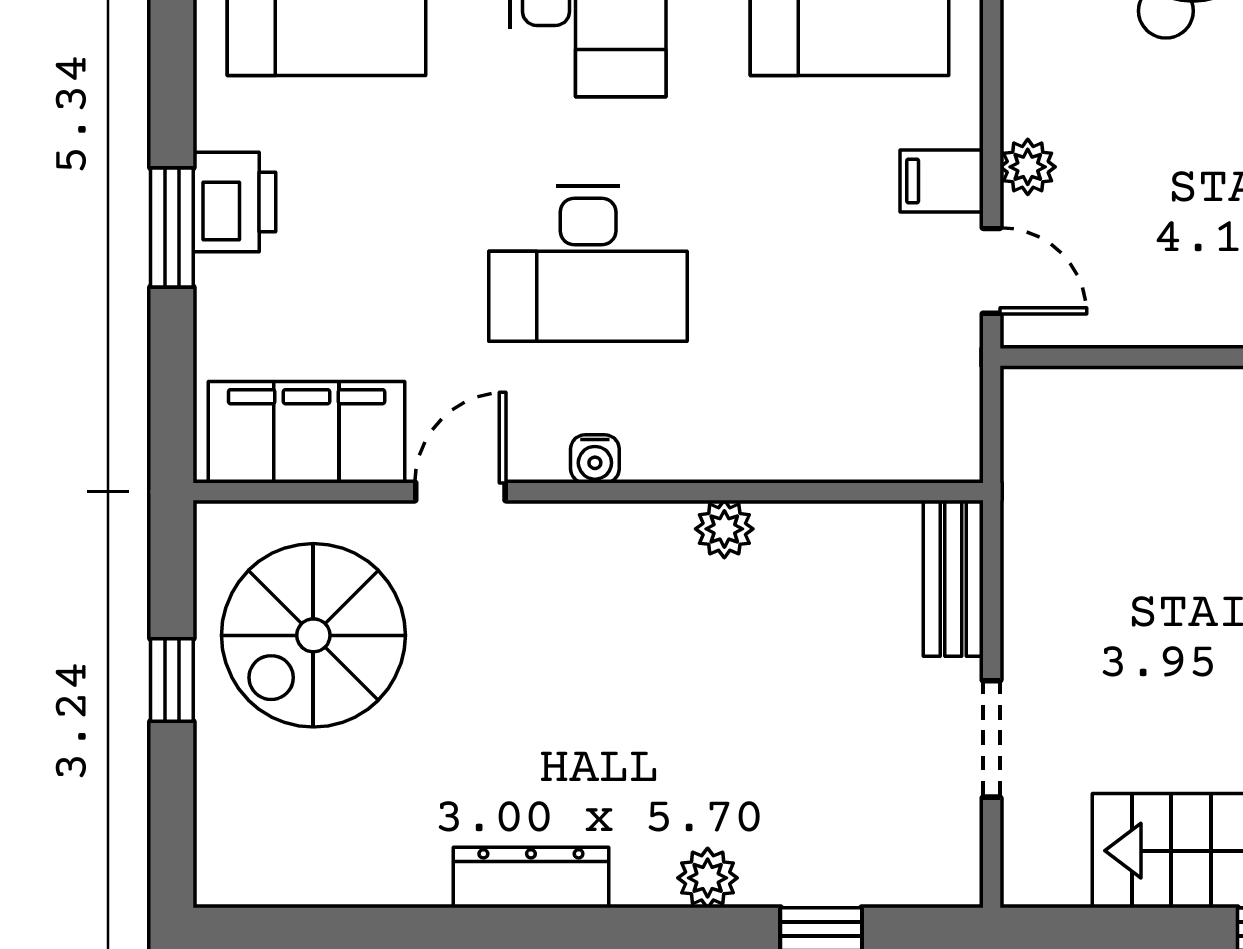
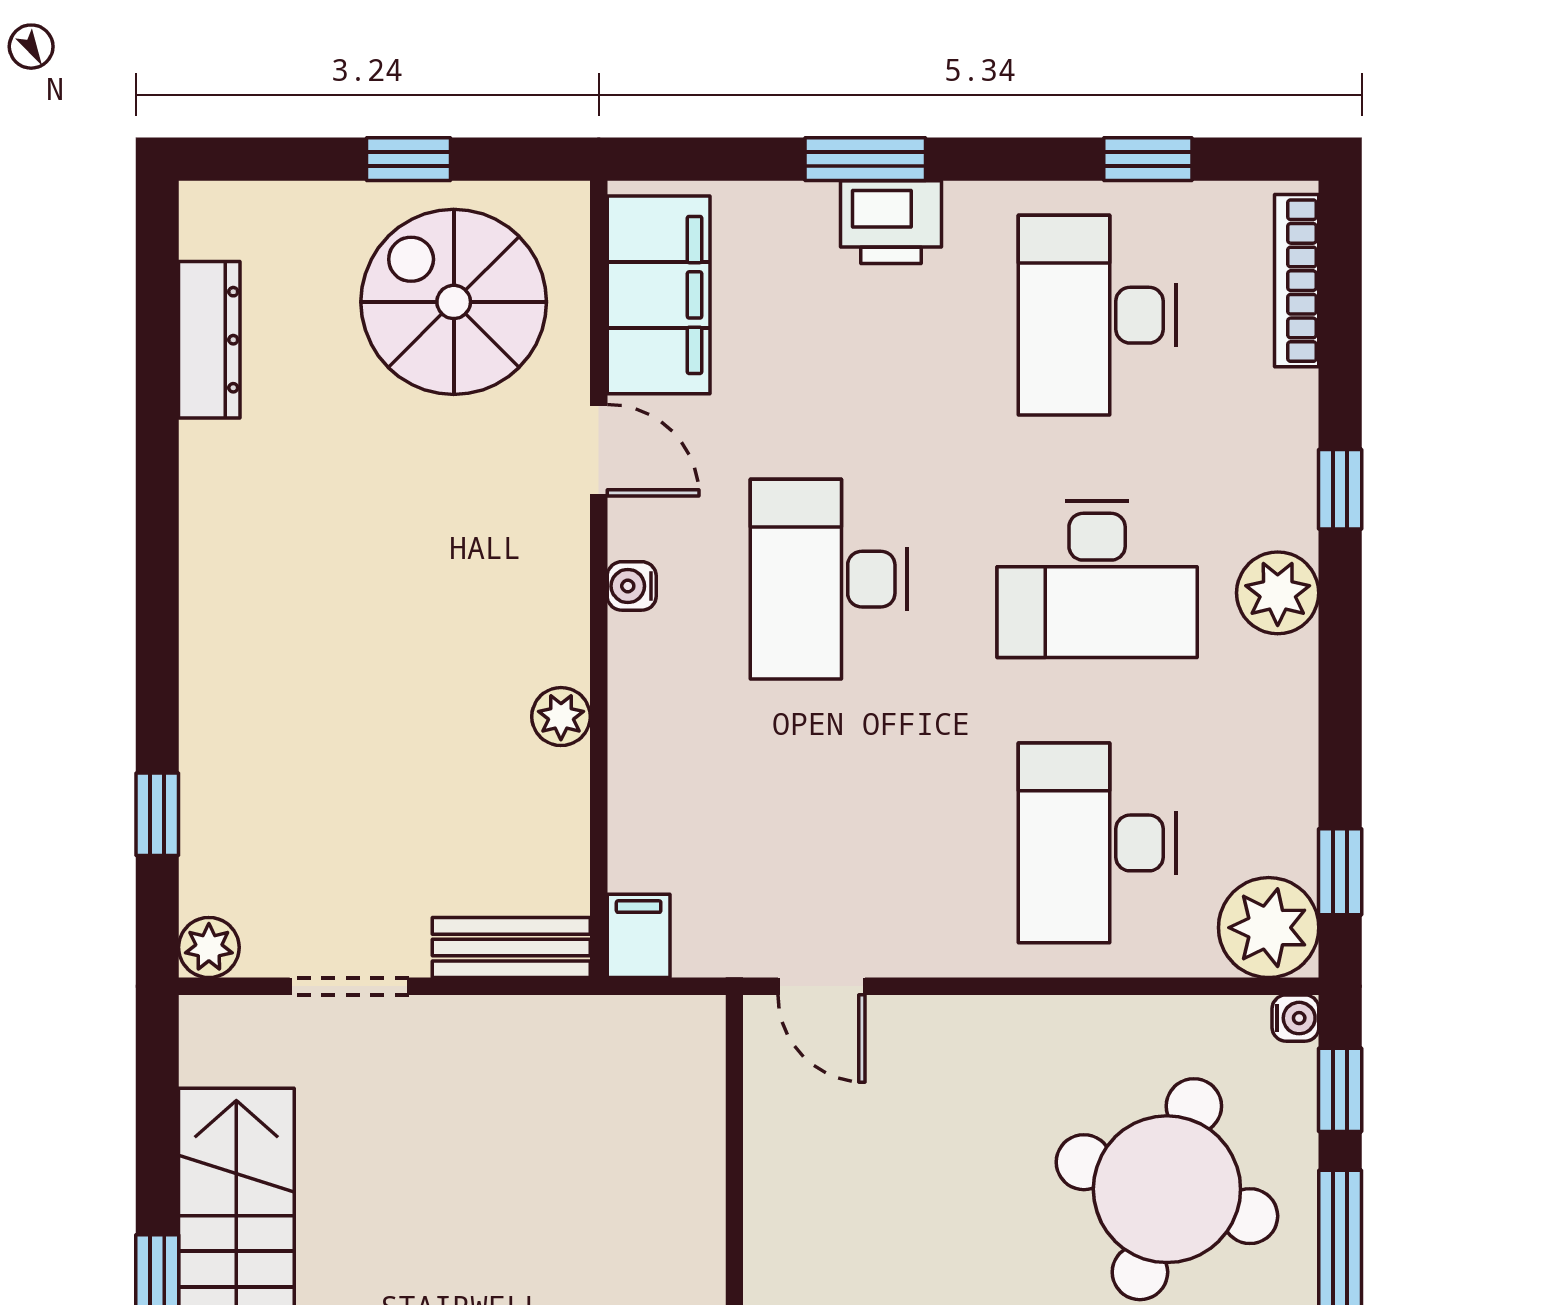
plant: (1028, 167) -> (926, 1023), removed
filing cabinet: (942, 181) -> (639, 936), moved
door: (992, 271) -> (822, 986), hinge flipped
dresser: (531, 877) -> (209, 340), moved
plant: (708, 878) -> (209, 947), moved

